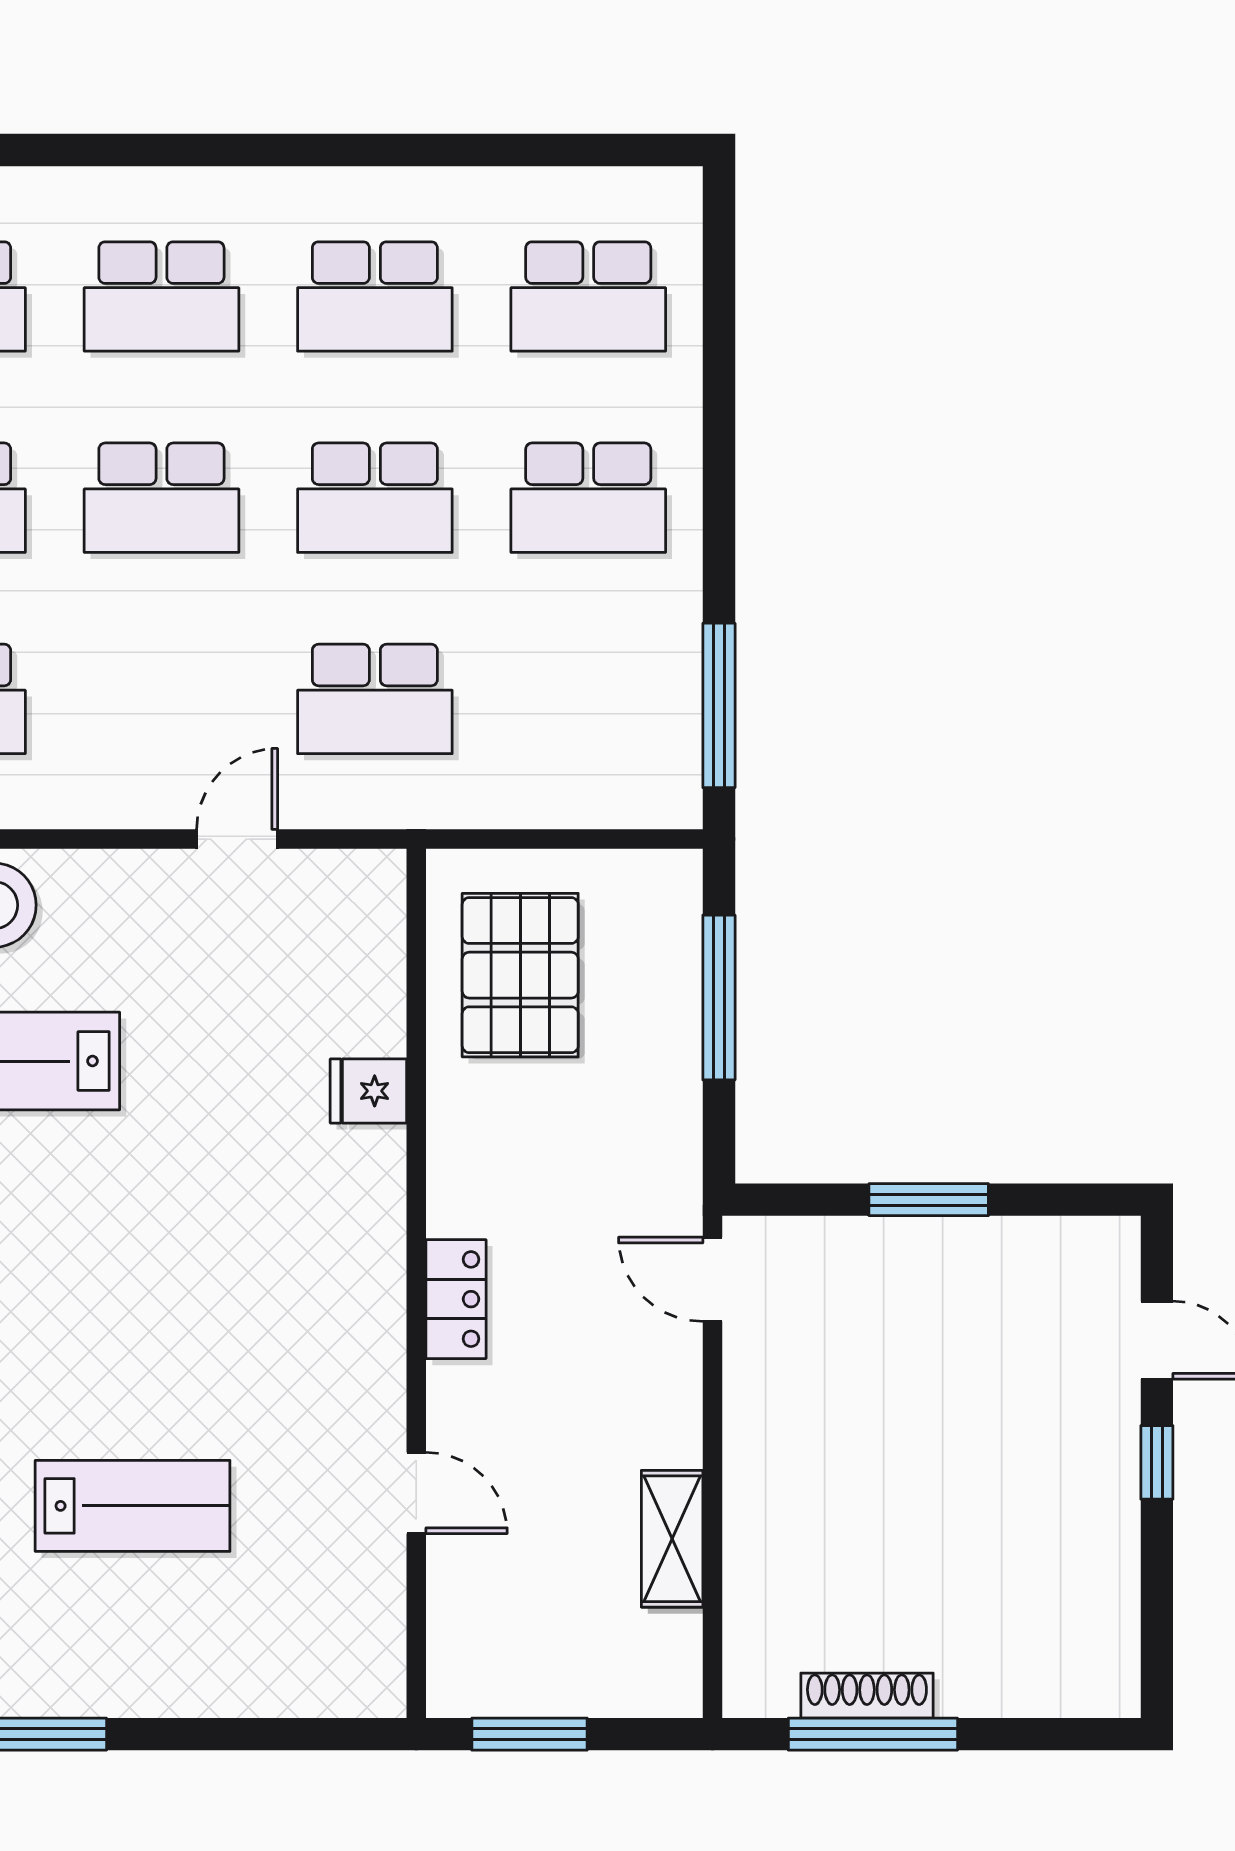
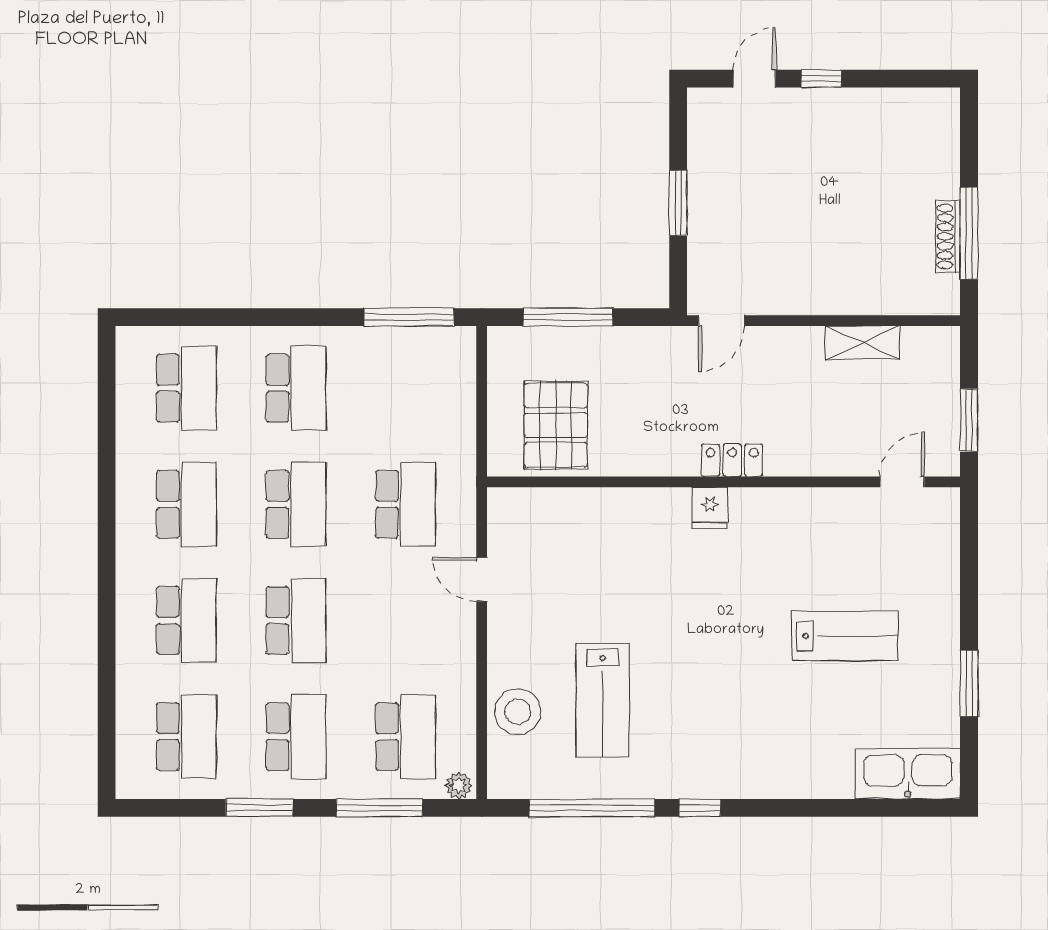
pallet: (520, 975) -> (556, 425), turned 90
fridge: (368, 1091) -> (710, 508), moved
door: (416, 1493) -> (902, 482), moved
lab bench: (133, 1506) -> (845, 636), turned 90

